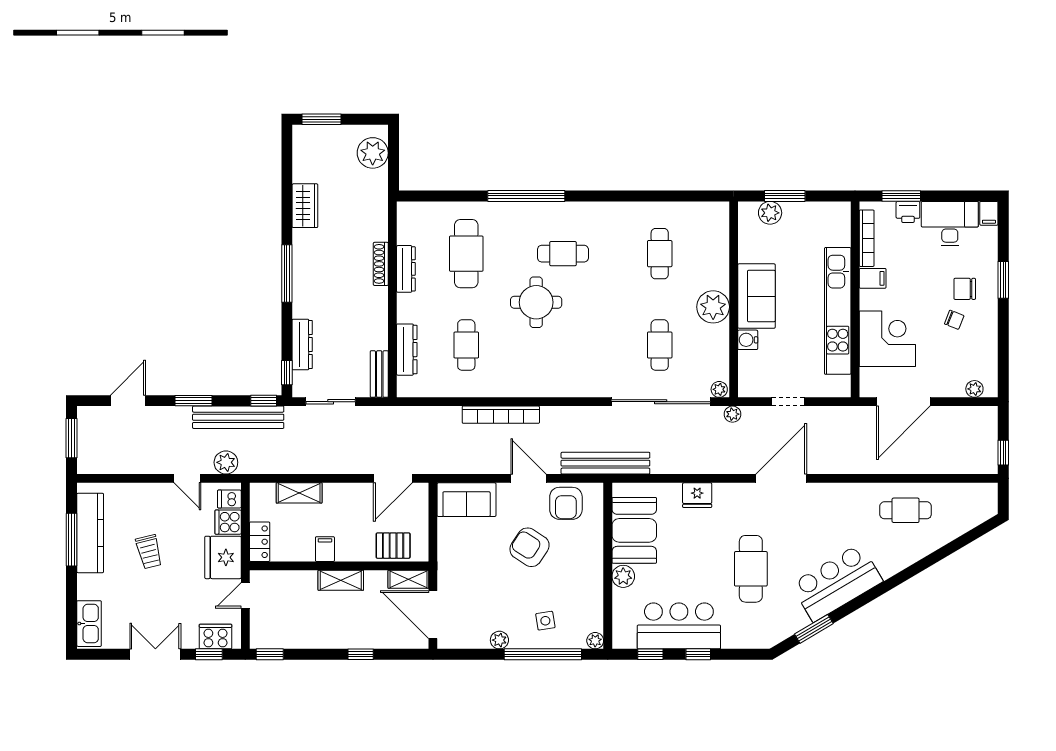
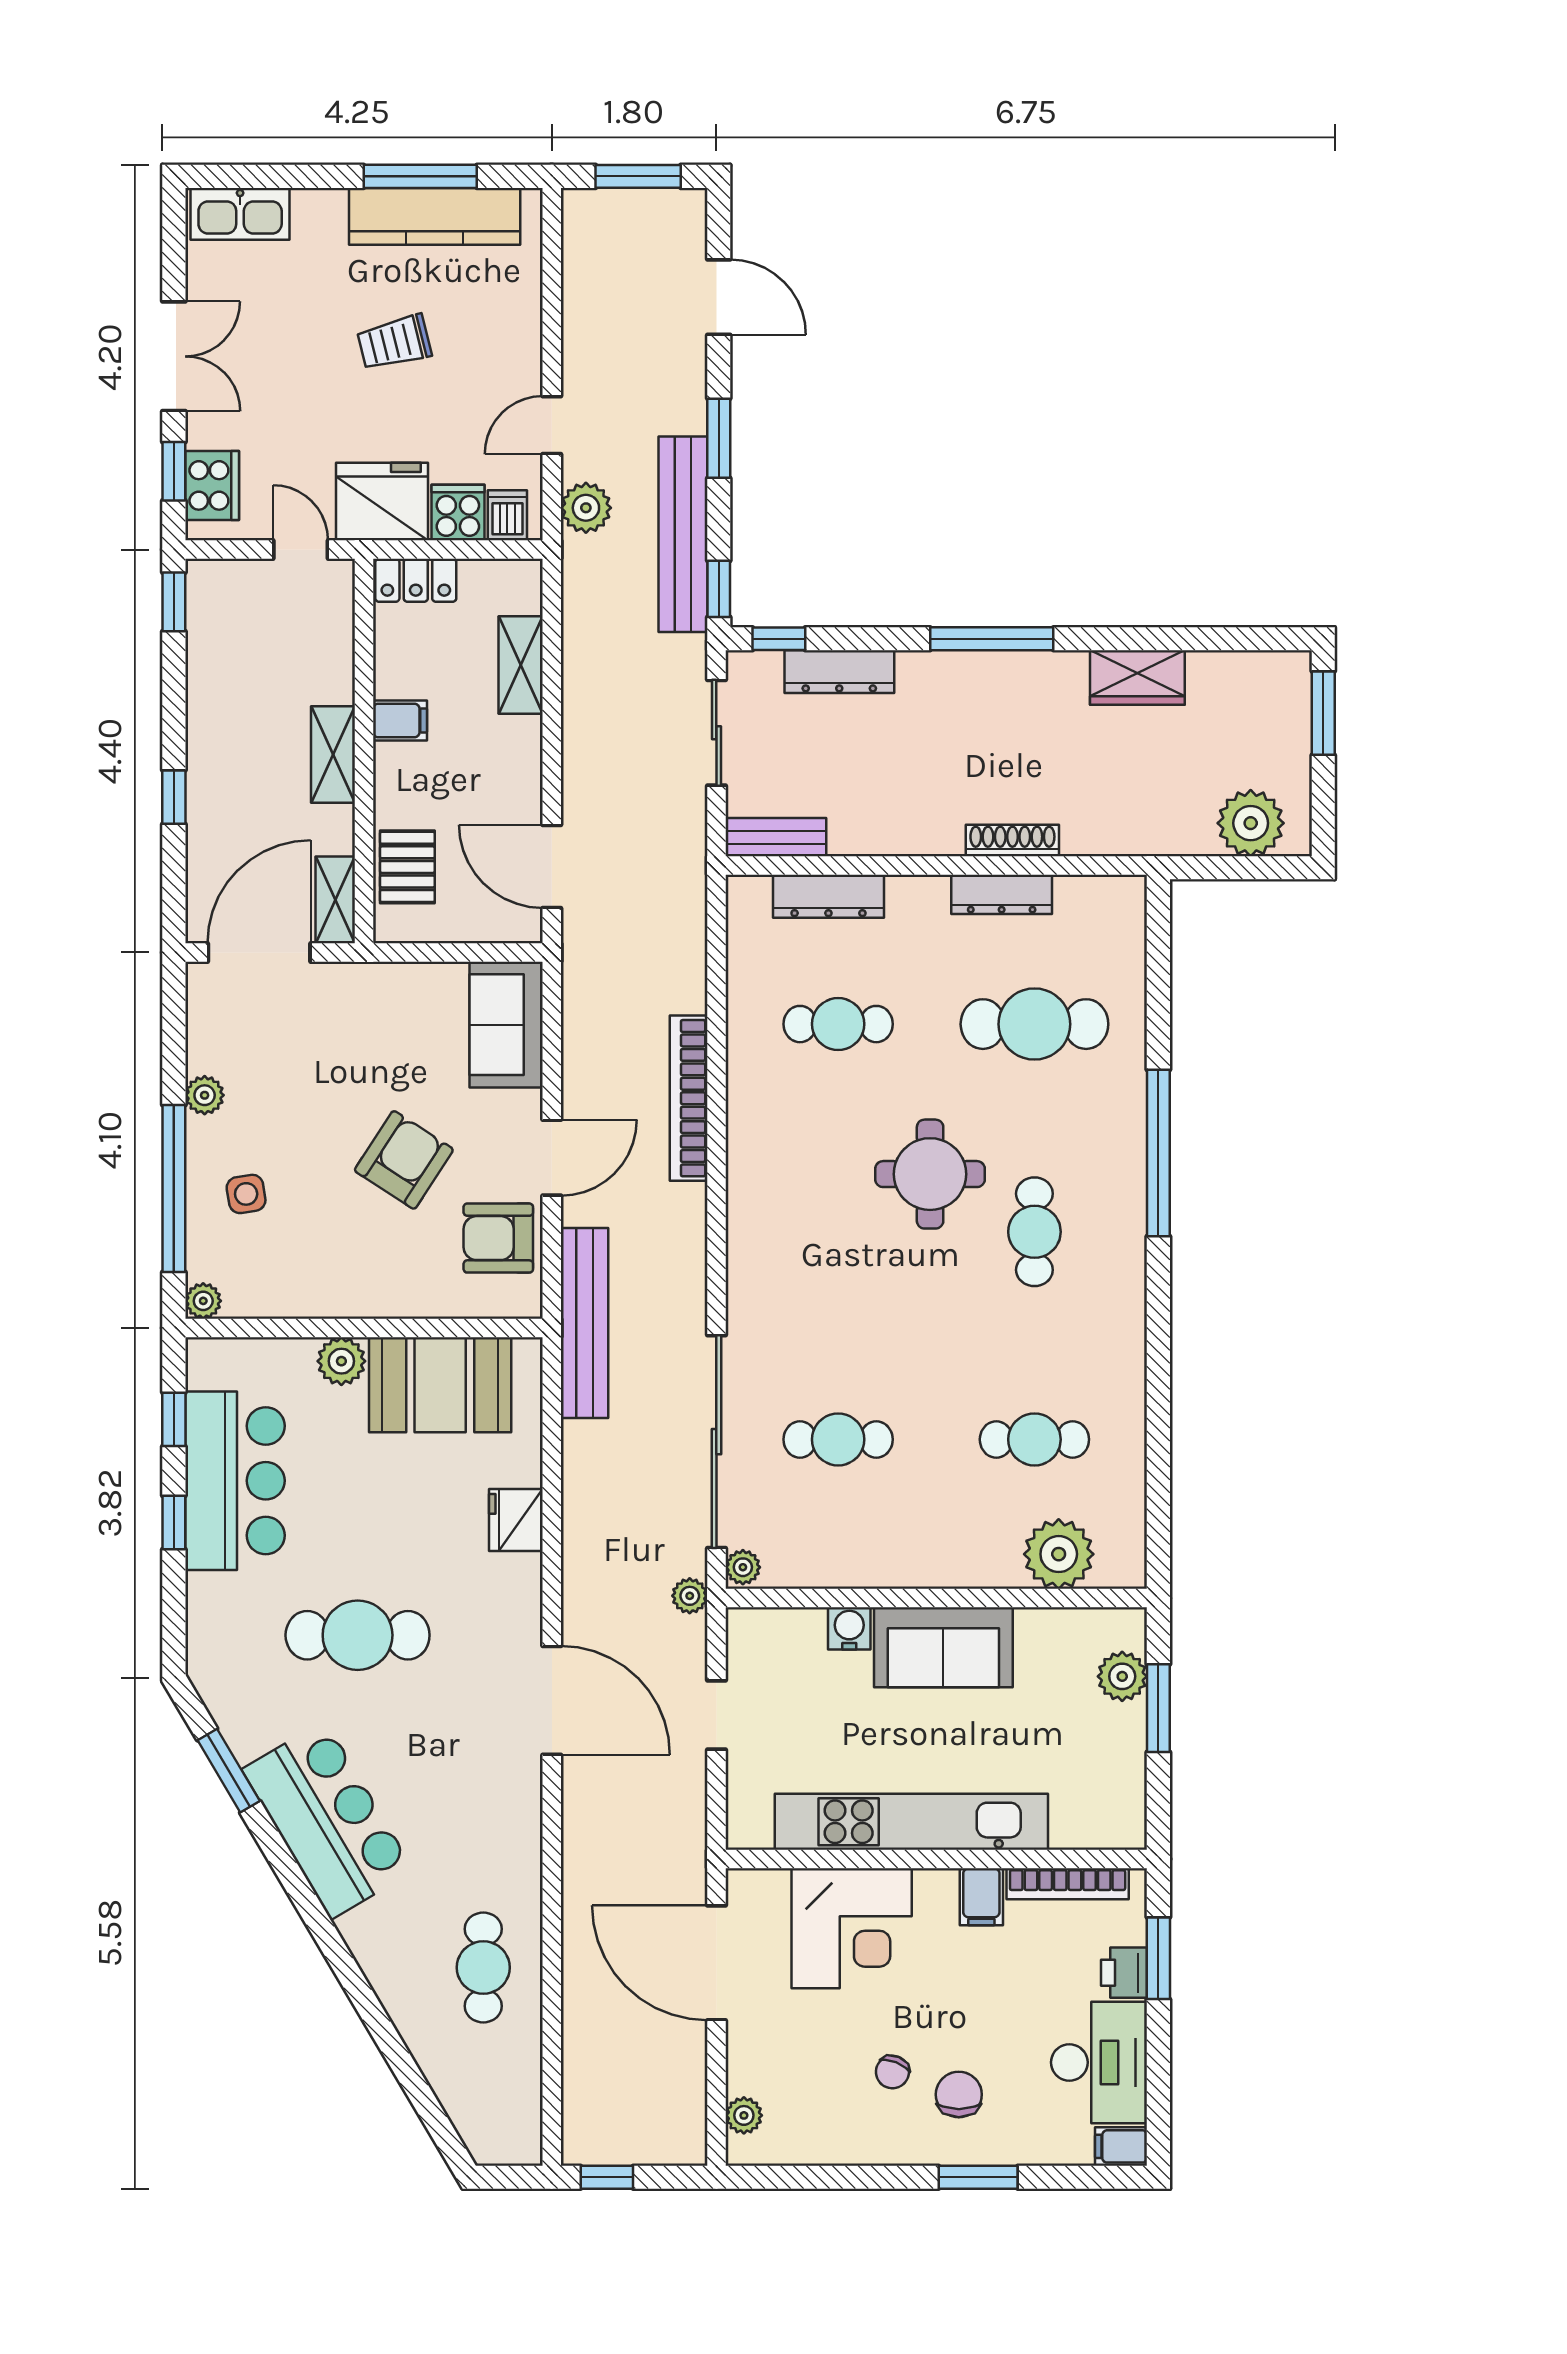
plant: (713, 307) -> (1059, 1554), moved

